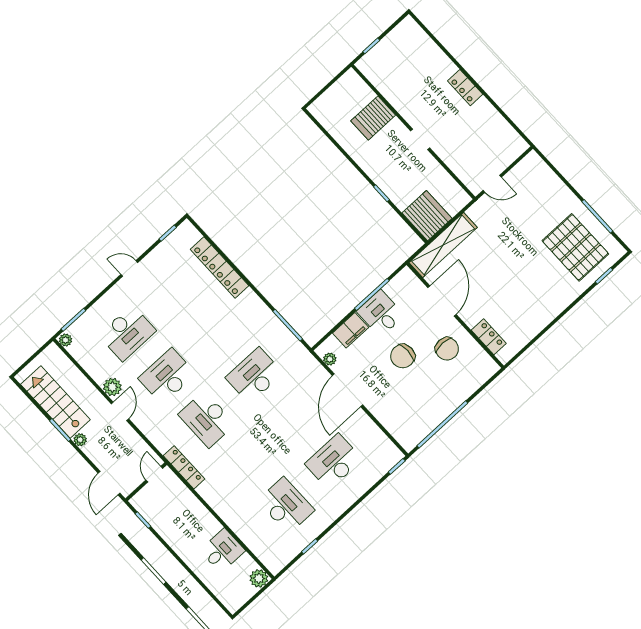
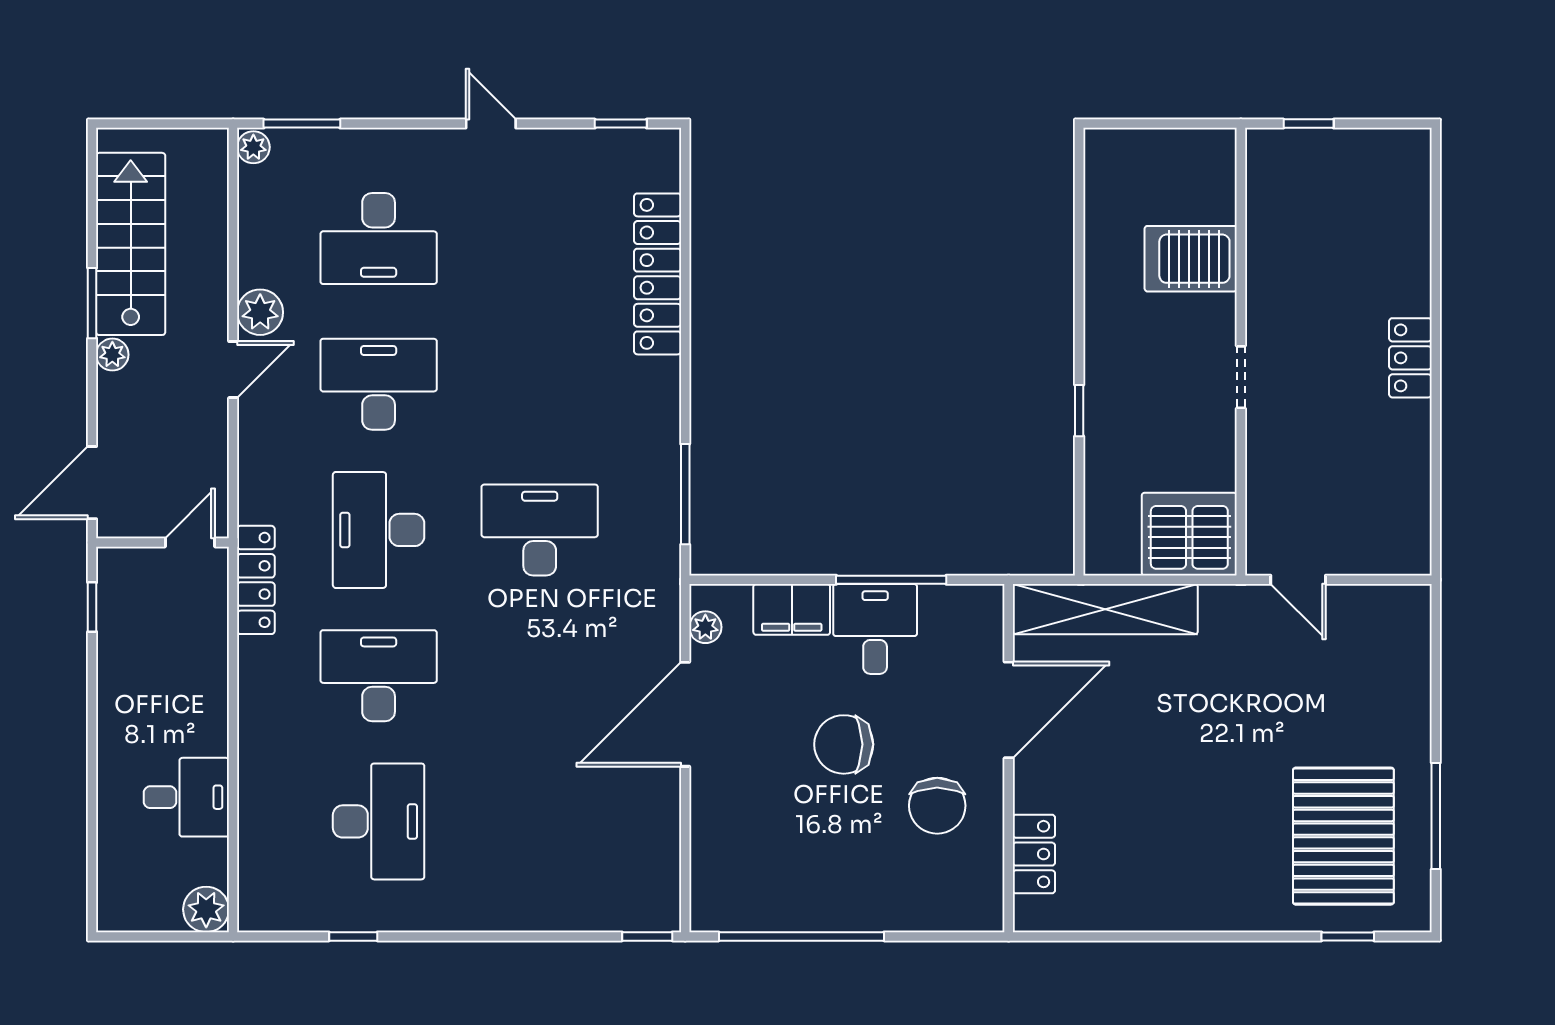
server rack: (427, 216) -> (1189, 534), moved, turned -90
desk: (334, 462) -> (379, 676), moved

